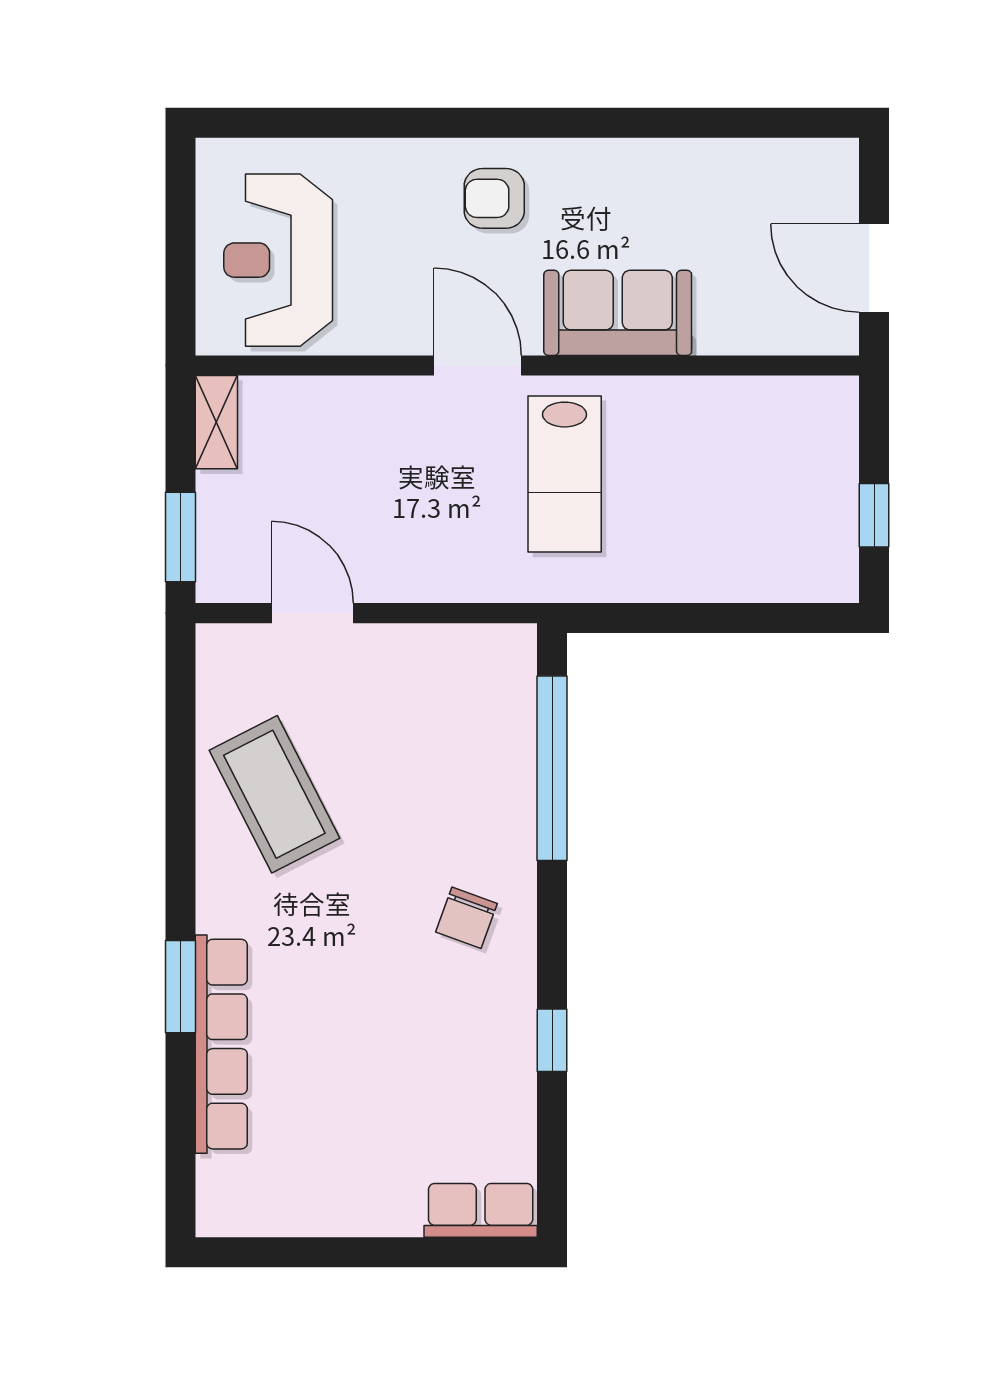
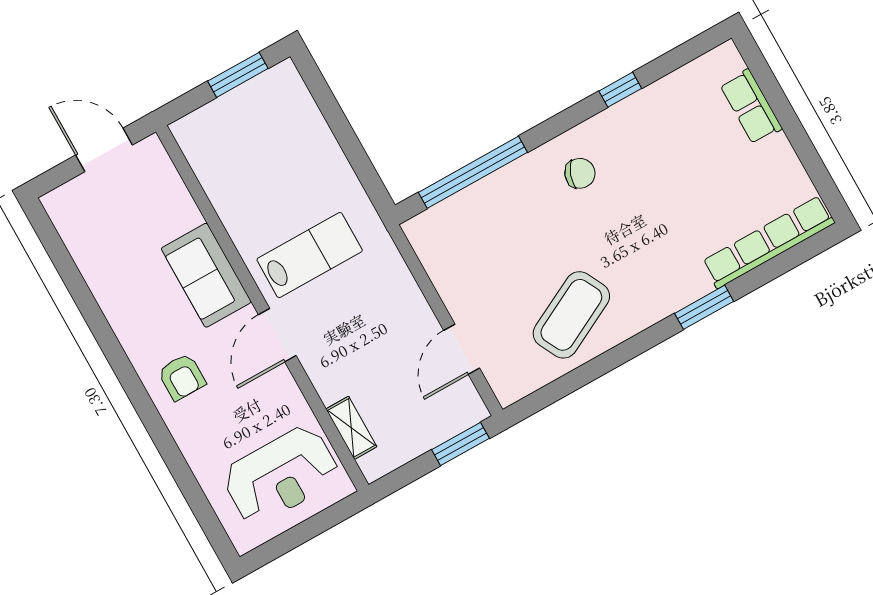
door: (874, 268) -> (104, 150), swing flipped
shelving: (216, 422) -> (351, 428), moved, turned 90
window: (874, 515) -> (238, 75), width x1.50
row of seats: (221, 1044) -> (768, 242), moved
row of seats: (481, 1210) -> (751, 107), moved

